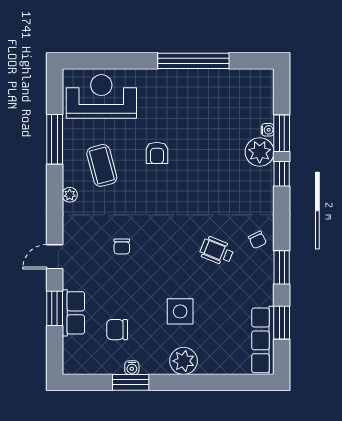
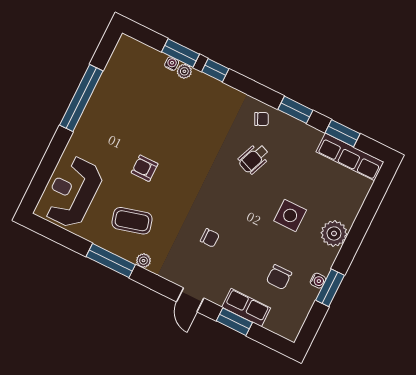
window: (55, 139) -> (111, 261), moved
plant: (260, 152) -> (184, 71), width x0.53, depth x0.53
armchair: (157, 153) -> (145, 168), turned 180

